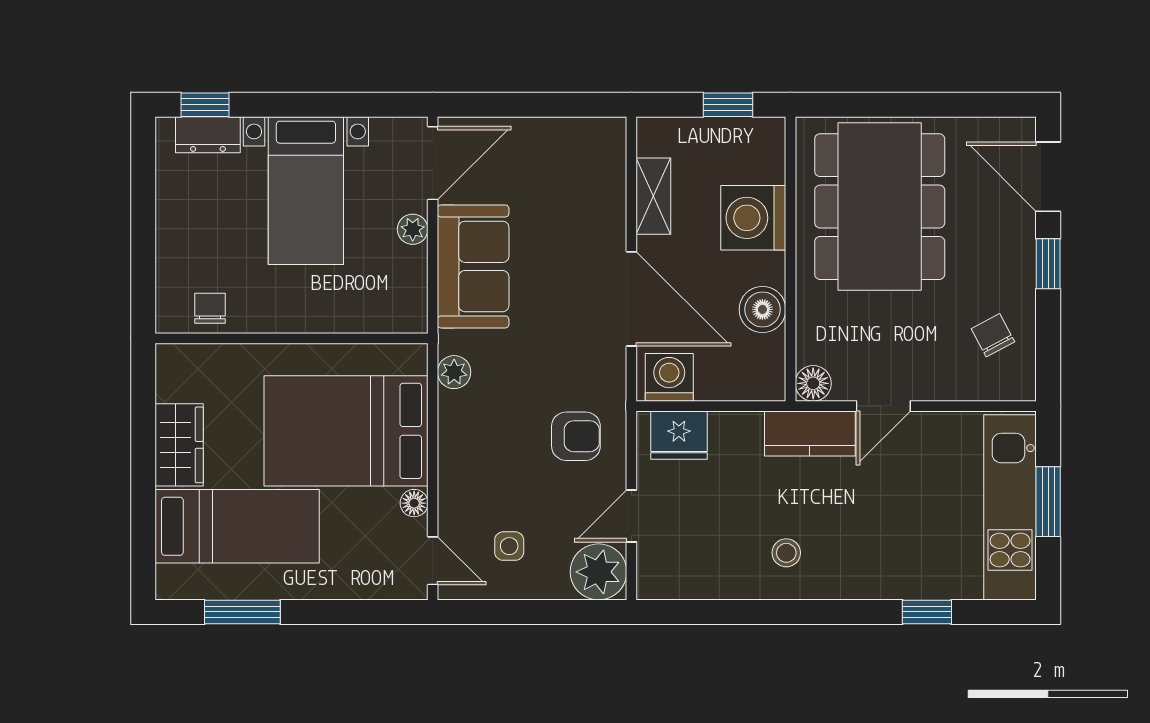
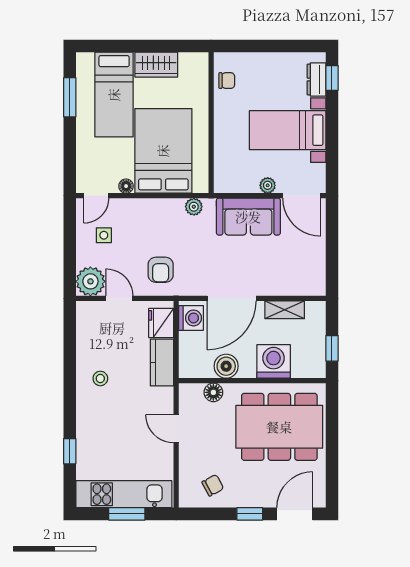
floor lamp: (813, 383) -> (213, 392), moved
kitchen counter: (810, 433) -> (162, 363), moved

